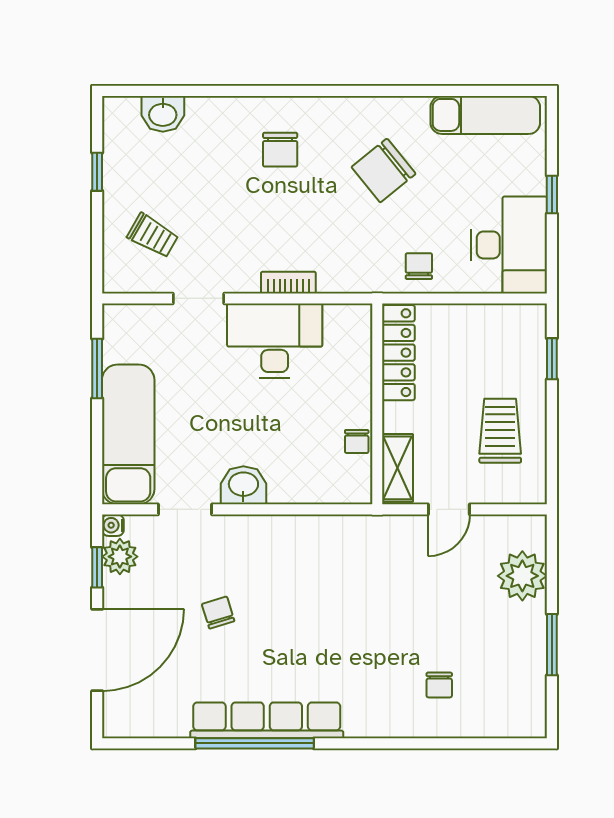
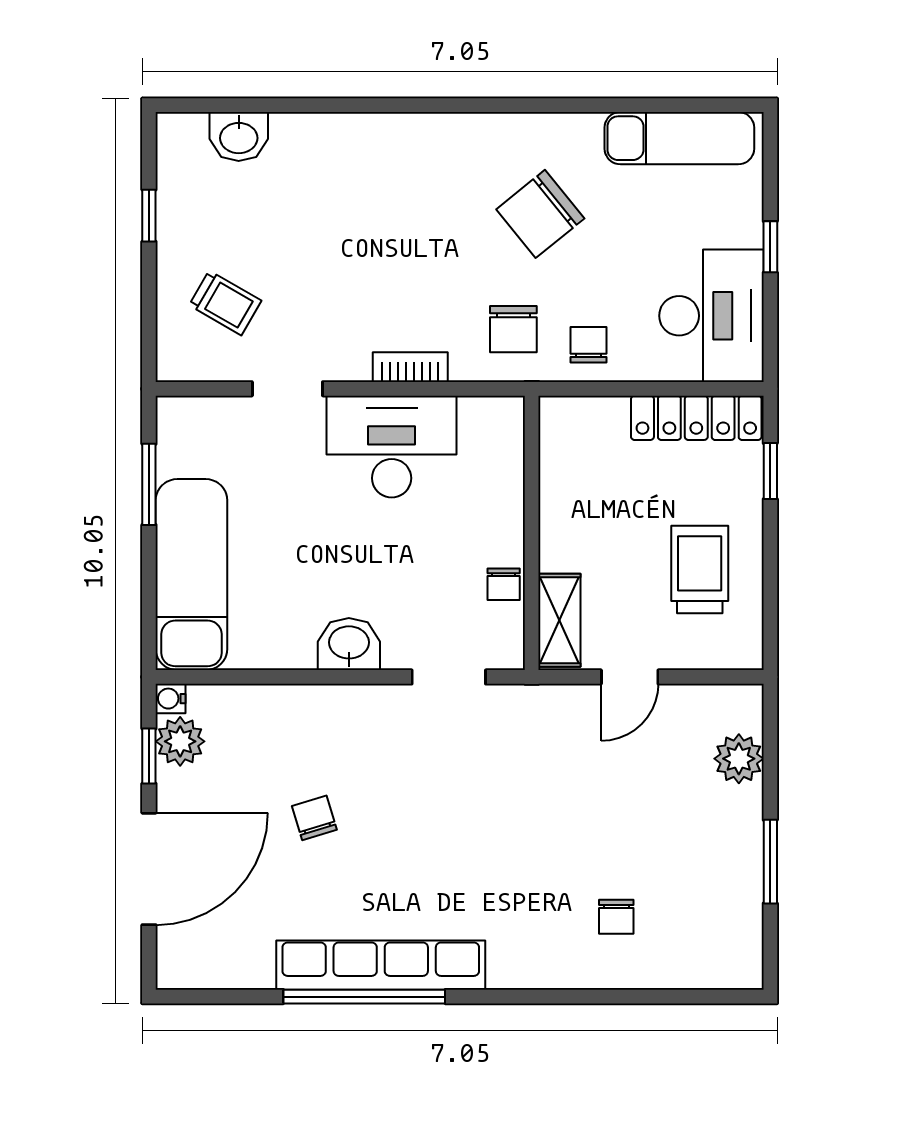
chair: (280, 150) -> (513, 329), moved
locker: (398, 353) -> (696, 418), moved, turned 90
doorway: (185, 509) -> (449, 677), moved
plant: (522, 576) -> (739, 759), width x0.73, depth x0.73

